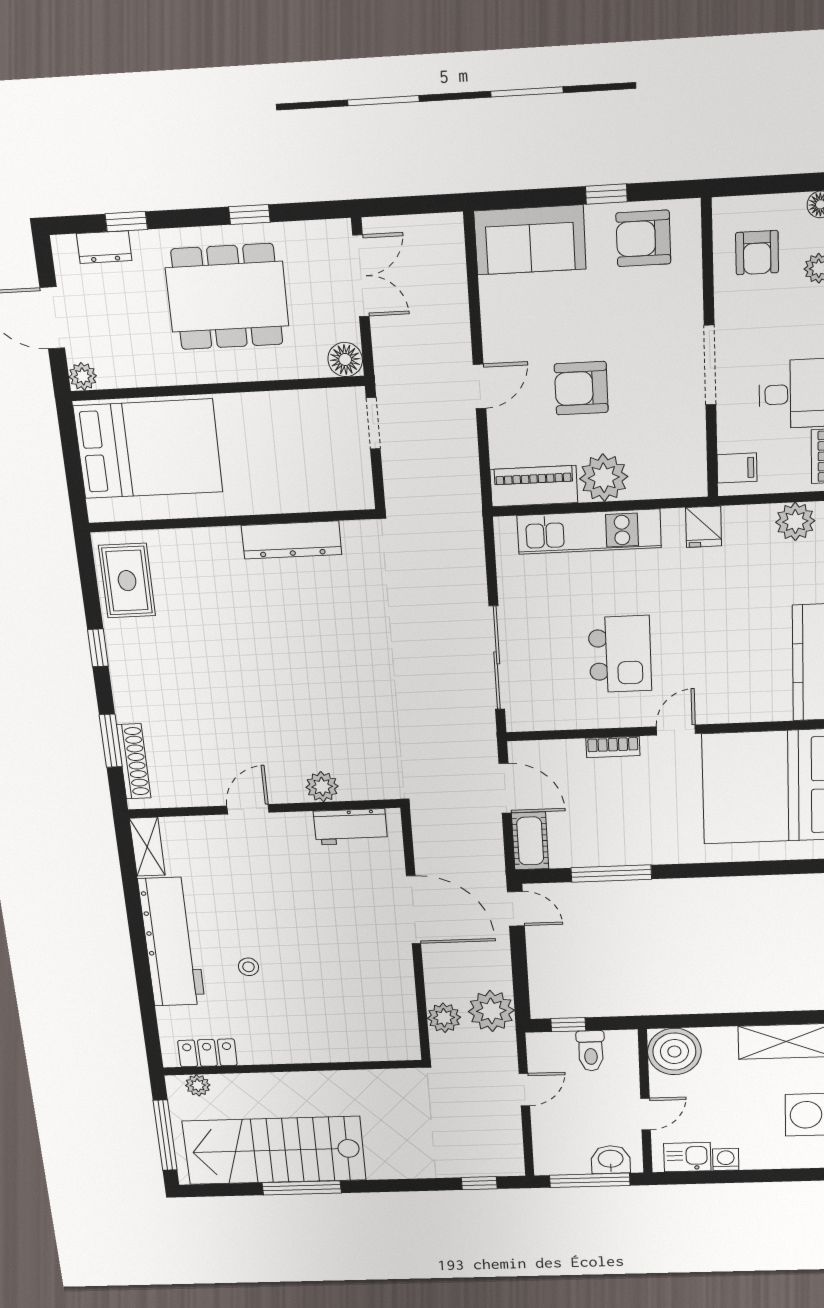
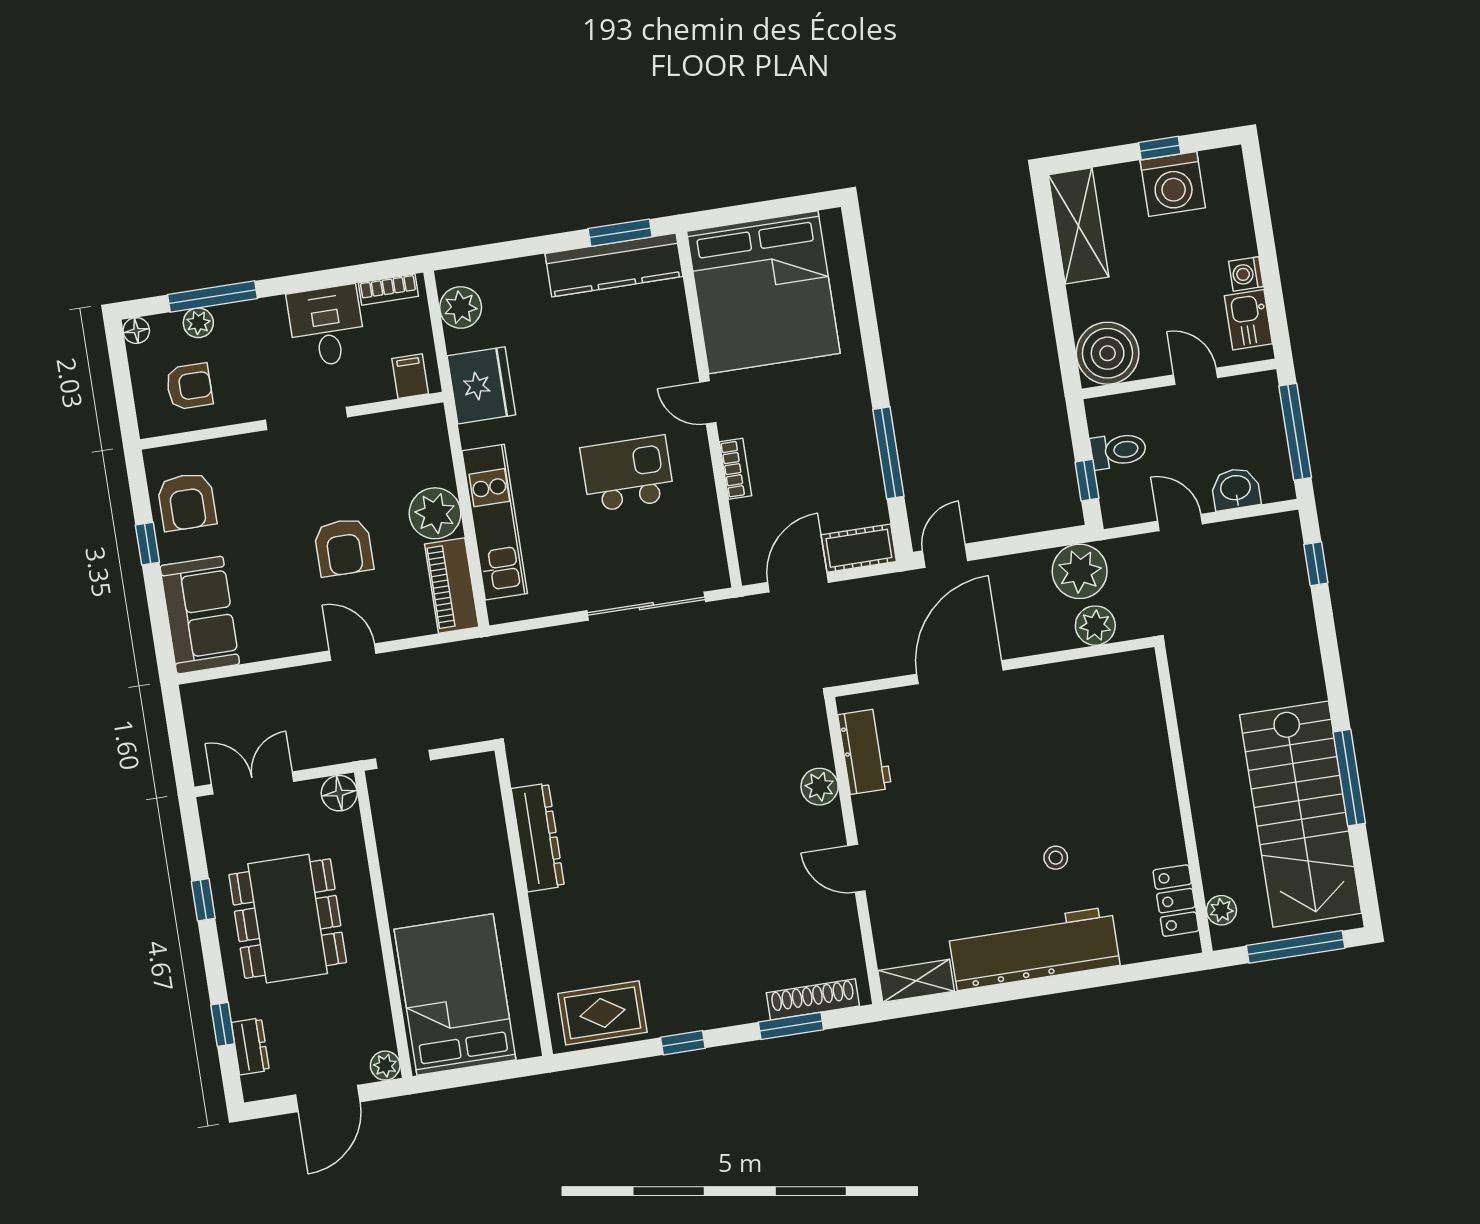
fridge: (704, 527) -> (481, 385), width x1.88, depth x1.34
washbasin: (611, 1160) -> (1236, 489), moved, turned 90

